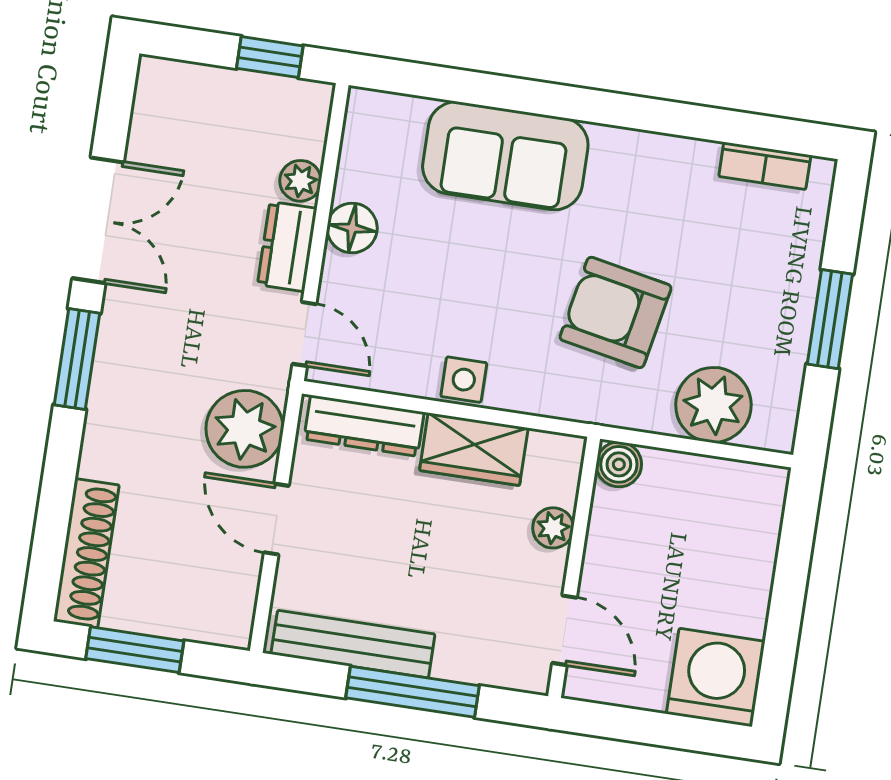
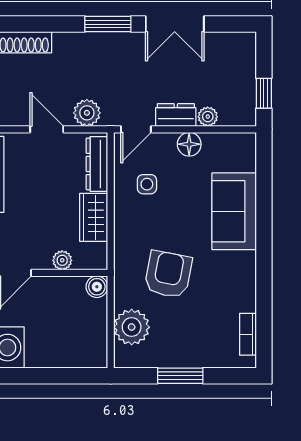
side table: (464, 380) -> (147, 184), moved
plant: (245, 429) -> (87, 113), width x0.73, depth x0.73
door: (276, 519) -> (47, 129), hinge flipped

